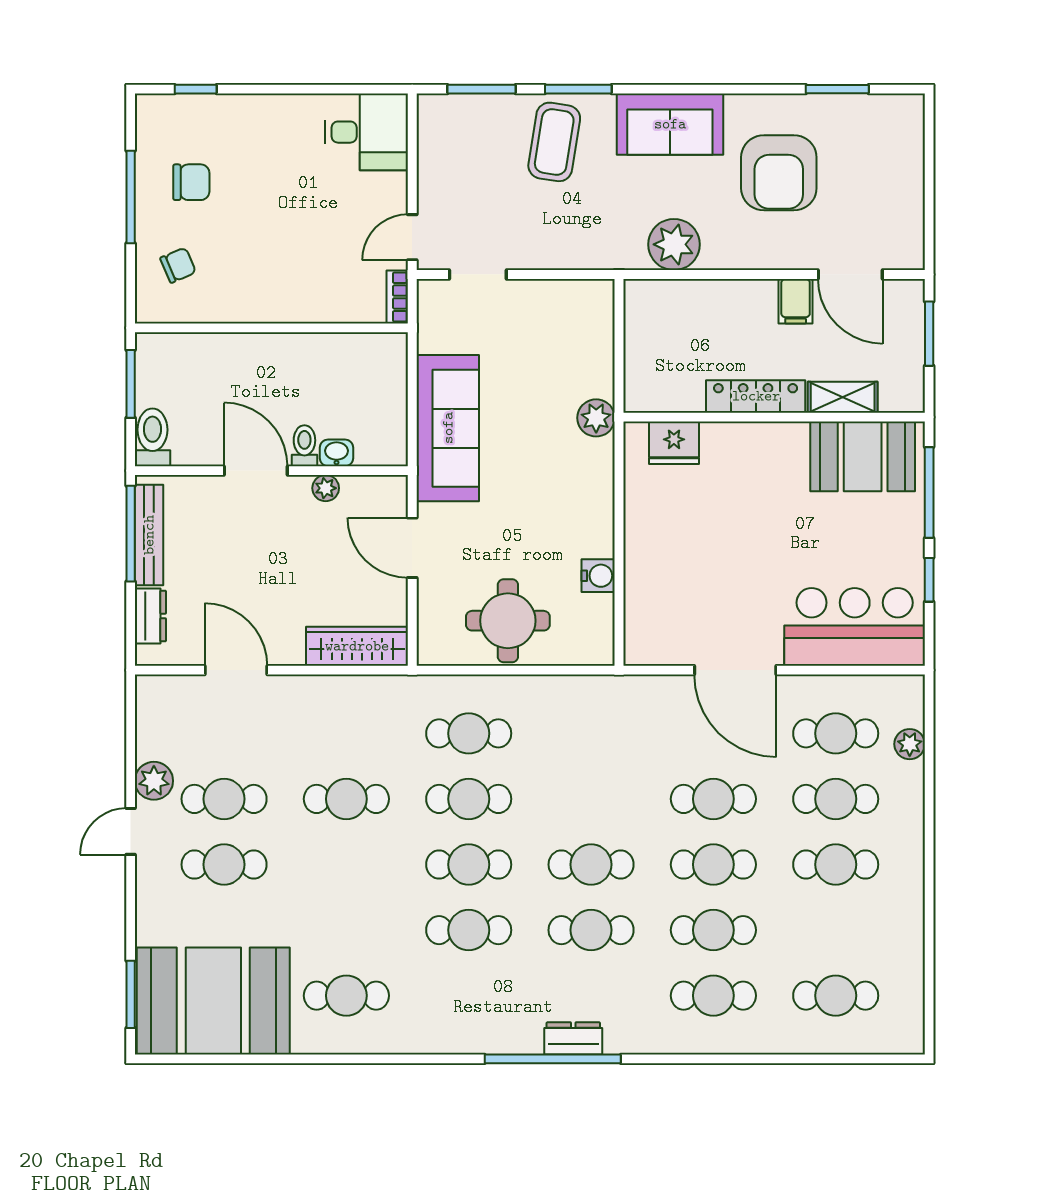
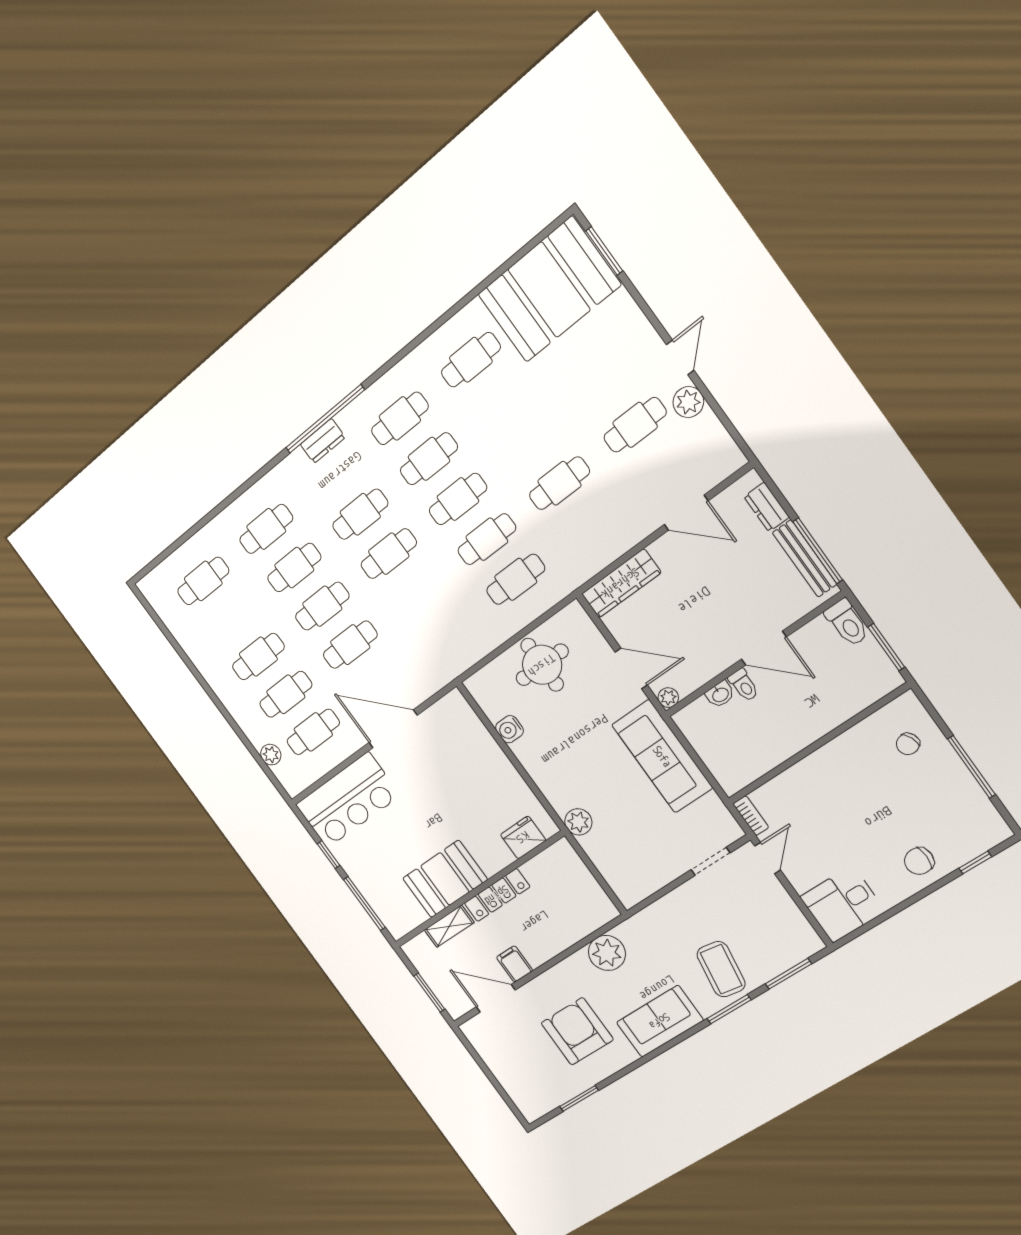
chair: (191, 182) -> (919, 861), moved
booth: (863, 456) -> (445, 879), moved
plant: (326, 488) -> (668, 698), moved
cafe table: (224, 865) -> (400, 418), moved

